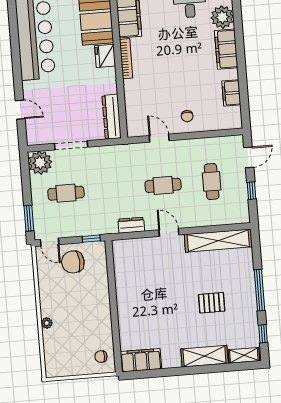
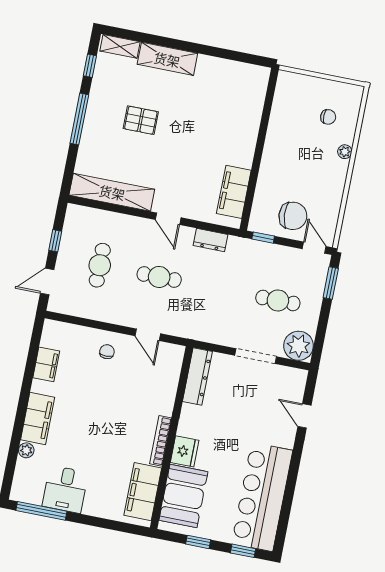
plant: (222, 17) -> (26, 450), width x0.53, depth x0.53
chair: (101, 357) -> (328, 117), moved
filing cabinet: (141, 360) -> (234, 192), moved, turned 90

